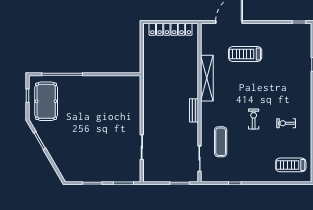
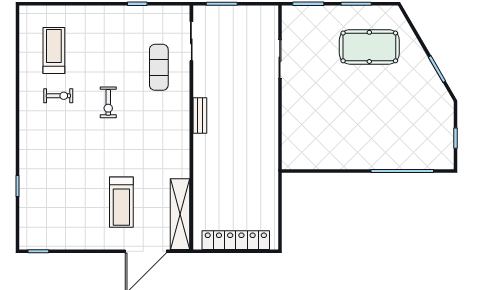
treadmill: (245, 54) -> (121, 202), turned 90
shelving: (207, 78) -> (180, 214), moved
pool table: (46, 101) -> (369, 47), moved, turned 90
treadmill: (291, 165) -> (54, 51), moved, turned -90

